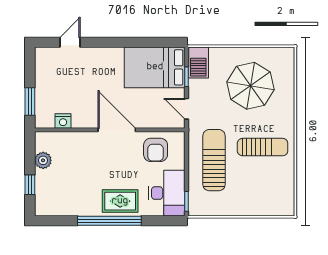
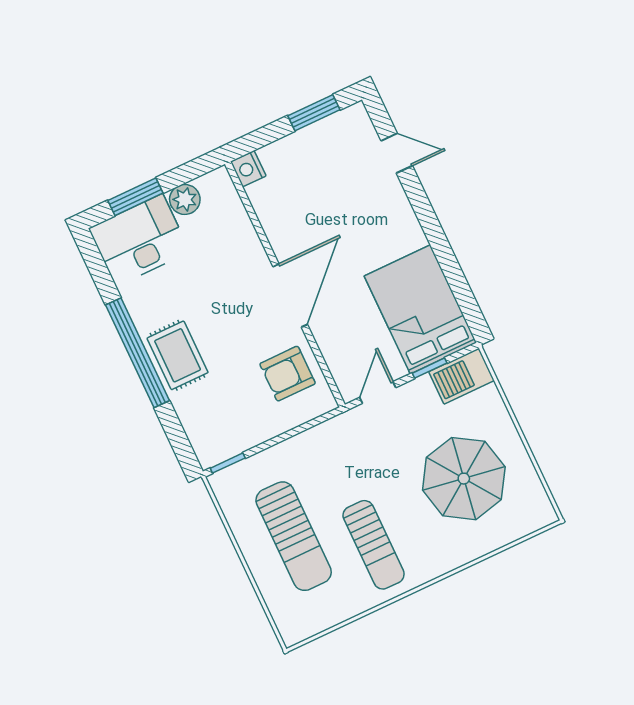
window: (30, 102) -> (314, 113), moved
nightstand: (63, 121) -> (248, 169), moved
sun lounger: (214, 160) -> (294, 536), moved, turned 90
window: (30, 185) -> (135, 197), width x1.50
desk: (167, 193) -> (139, 240), moved, turned 180

